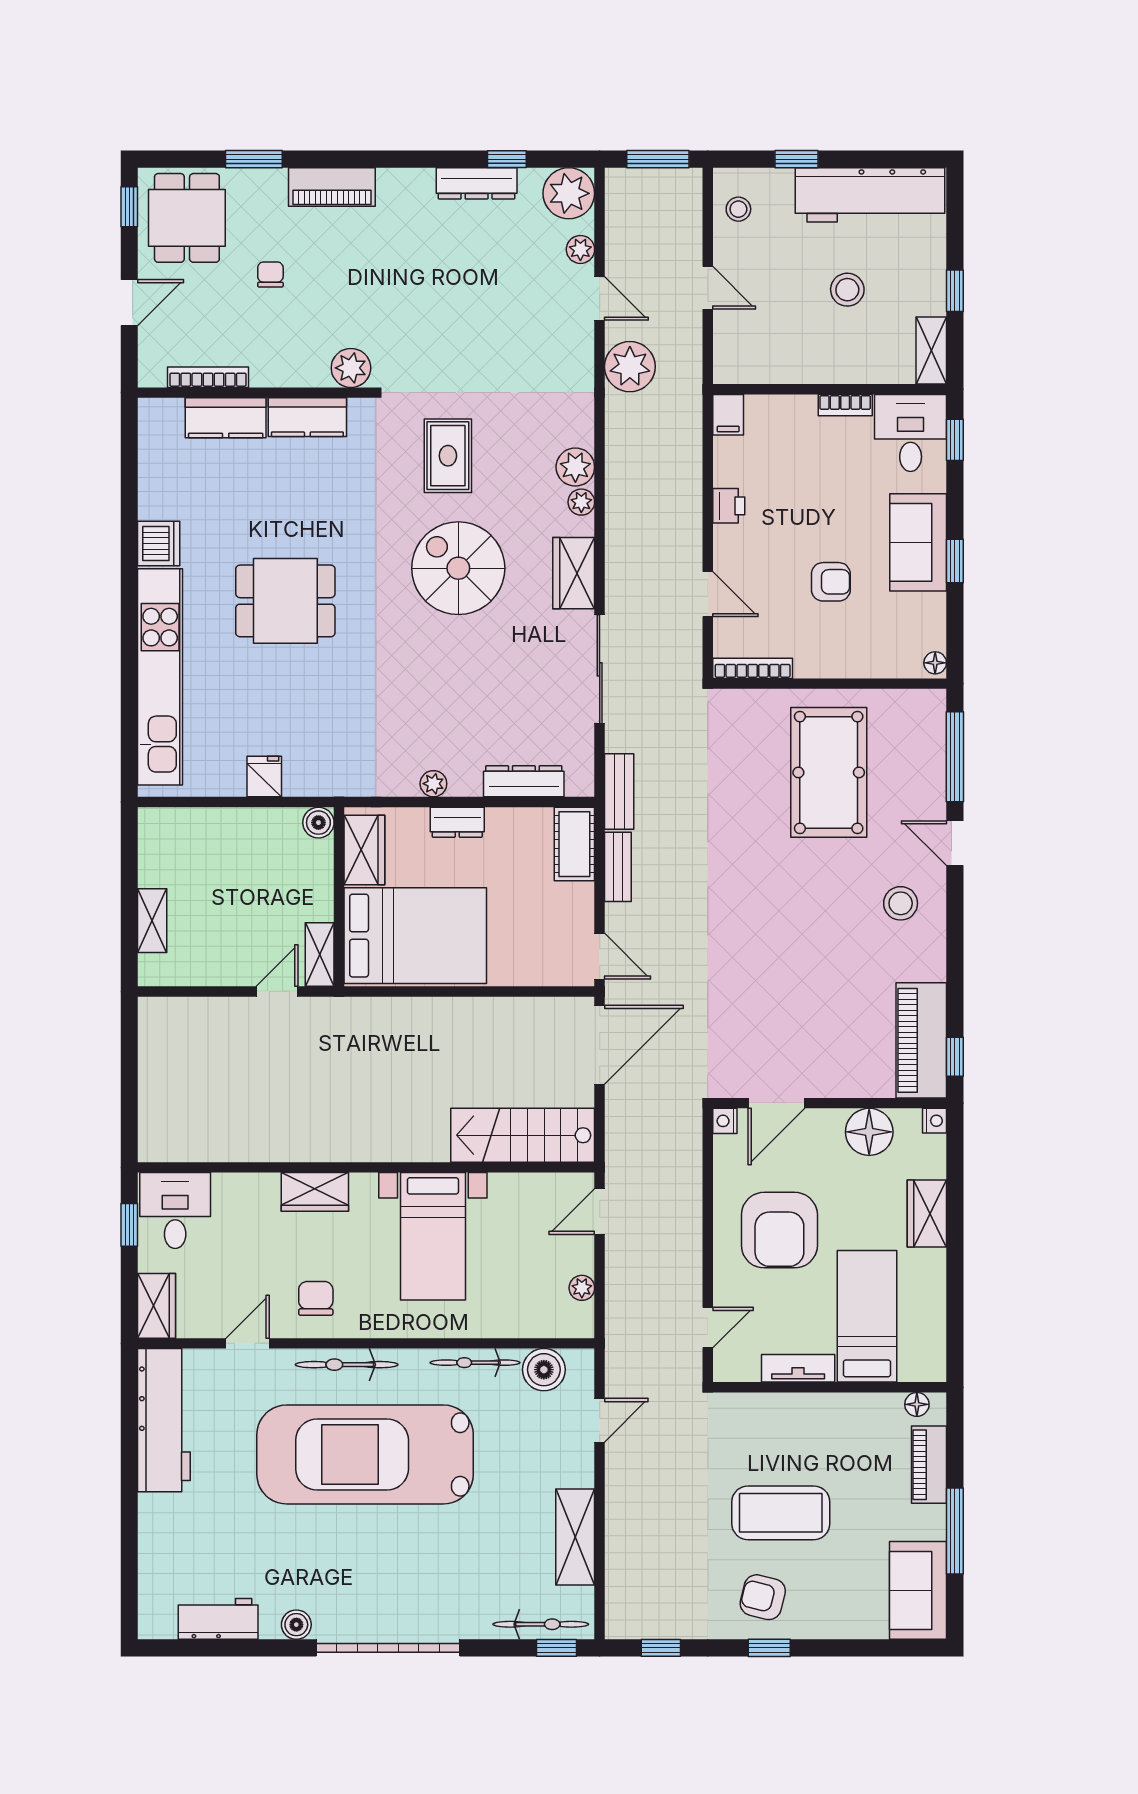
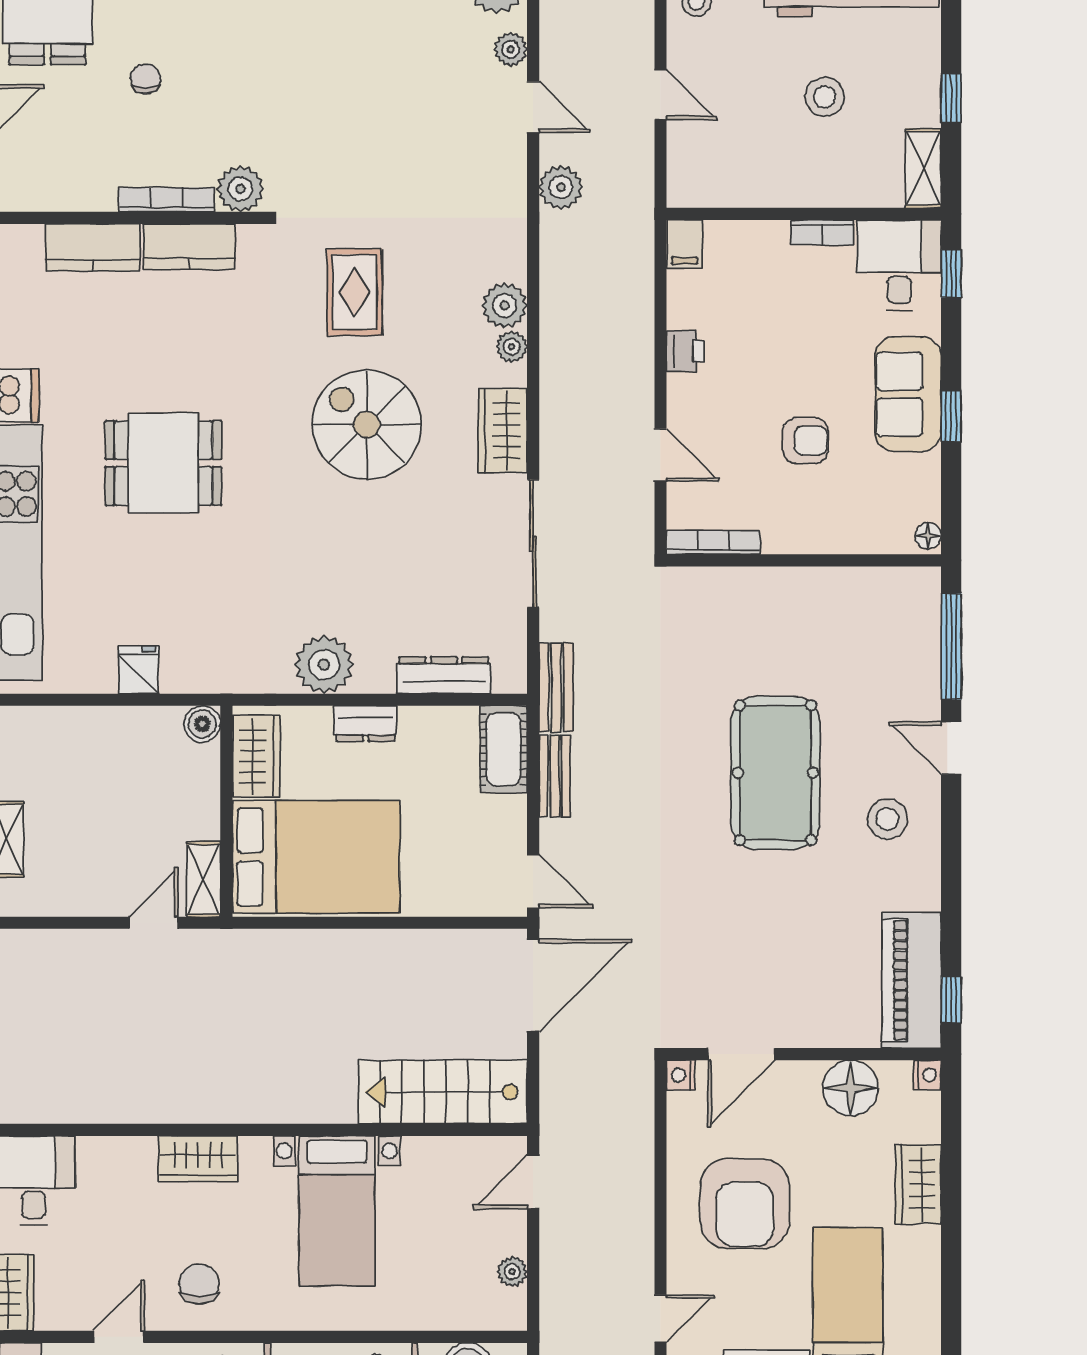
plant: (630, 367) -> (561, 187), width x0.73, depth x0.73
bookcase: (208, 377) -> (166, 200), moved
pool table: (829, 772) -> (775, 773), moved
plant: (433, 784) -> (324, 665), width x1.88, depth x1.88

